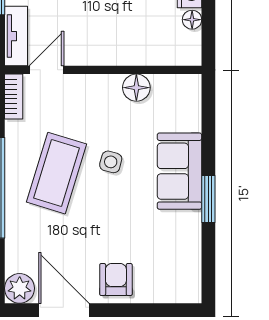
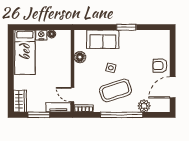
sofa: (179, 171) -> (103, 39), moved
coffee table: (57, 173) -> (116, 90), turned -35
plant: (20, 288) -> (144, 106), moved

